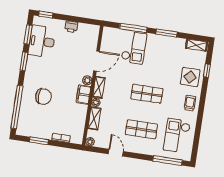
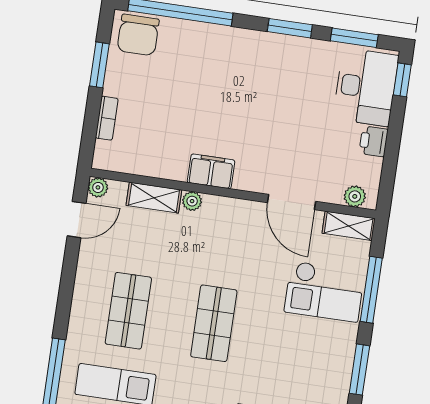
desk: (42, 41) -> (366, 87), moved, turned 90
plant: (87, 80) -> (355, 196), moved
shelving: (99, 87) -> (349, 226), moved
chair: (43, 97) -> (138, 35), moved
door: (116, 153) -> (77, 220), moved

